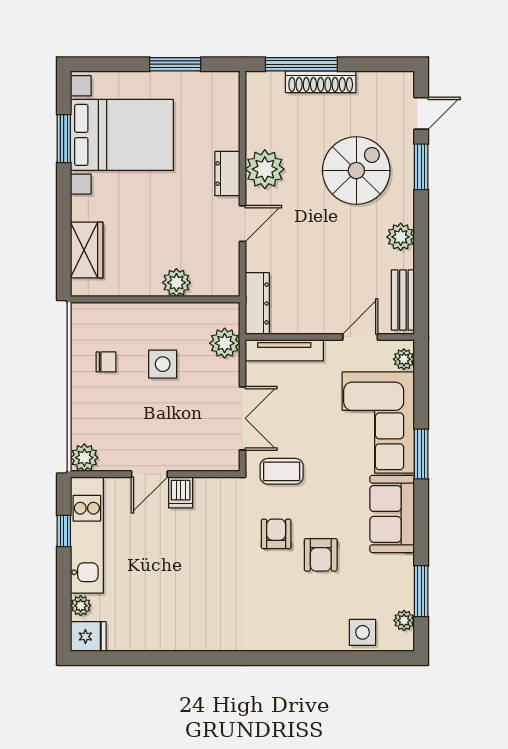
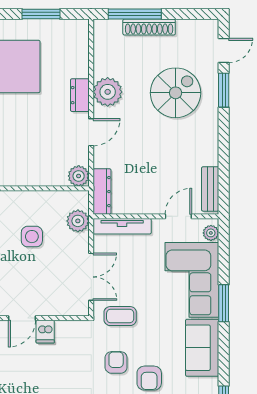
plant: (401, 237) -> (208, 142), removed
plant: (176, 283) -> (79, 176), moved

